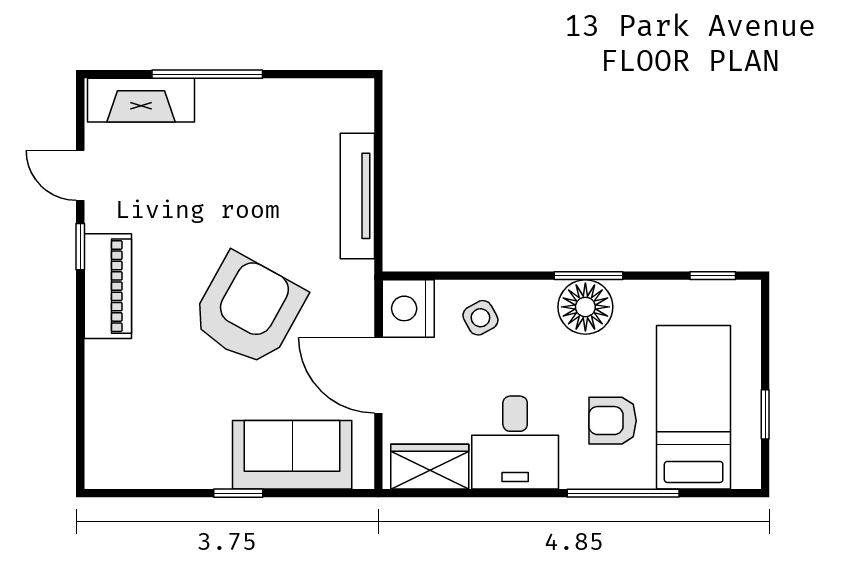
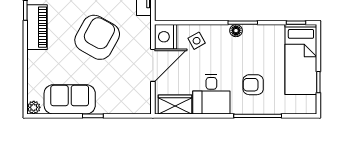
floor lamp: (585, 307) -> (236, 31), width x0.53, depth x0.53
door: (378, 375) -> (153, 65), swing flipped
bed: (694, 407) -> (301, 59), moved, turned 180
sofa: (292, 455) -> (70, 99), moved
plant: (100, 474) -> (34, 107), added

